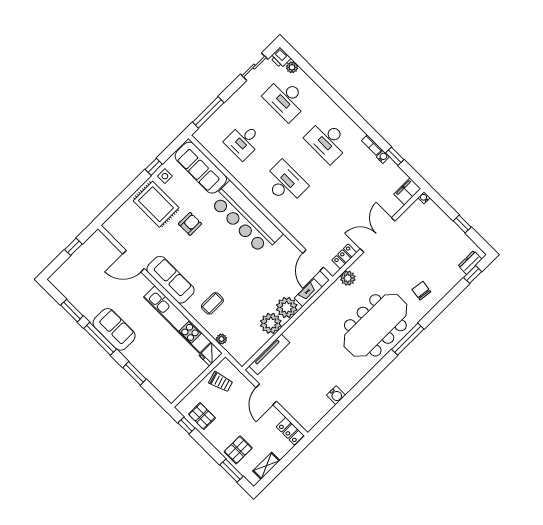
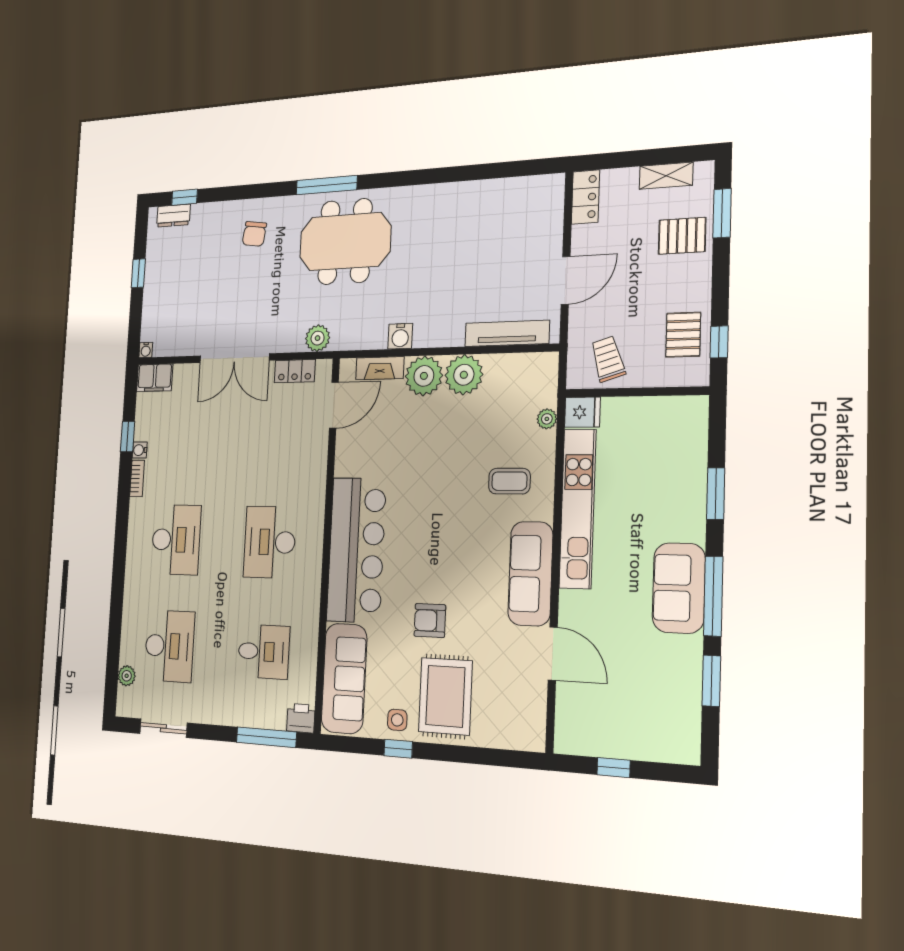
printer: (280, 58) -> (301, 718), moved, turned -90
meeting table: (375, 325) -> (345, 242), width x0.73
water cooler: (336, 395) -> (400, 336), moved, turned 180

